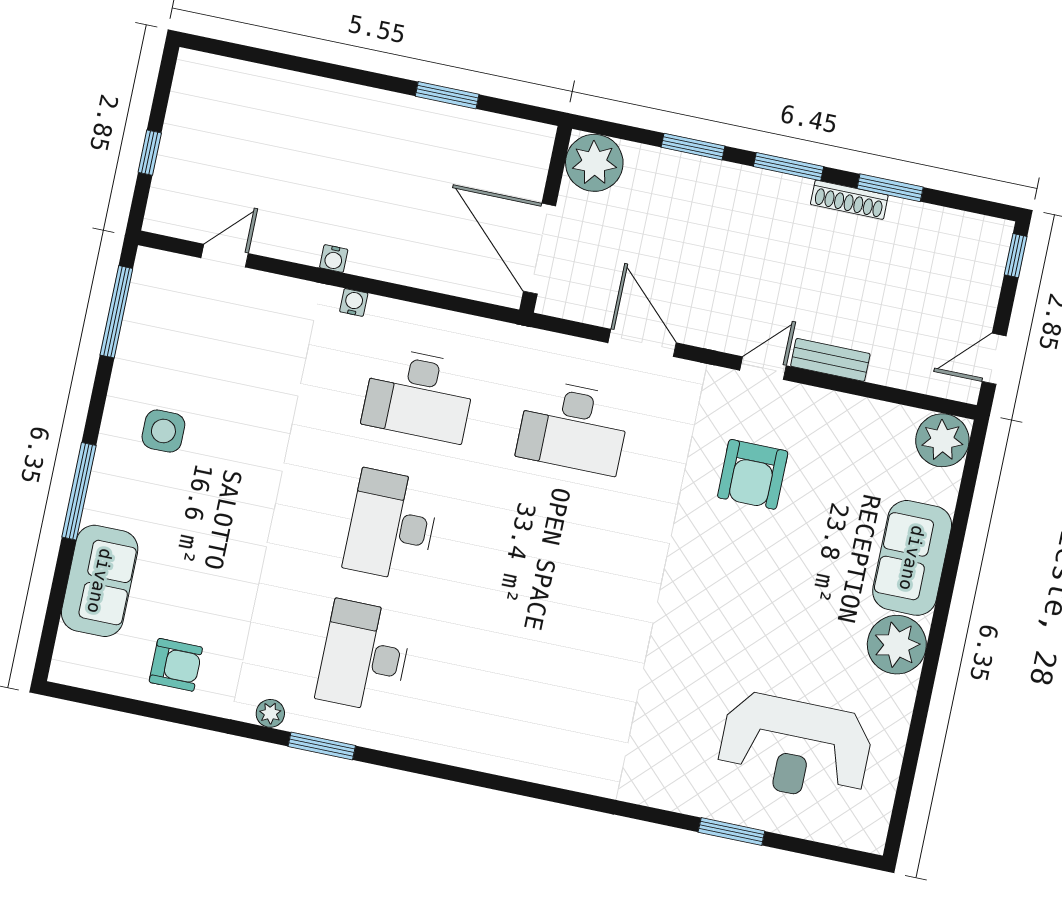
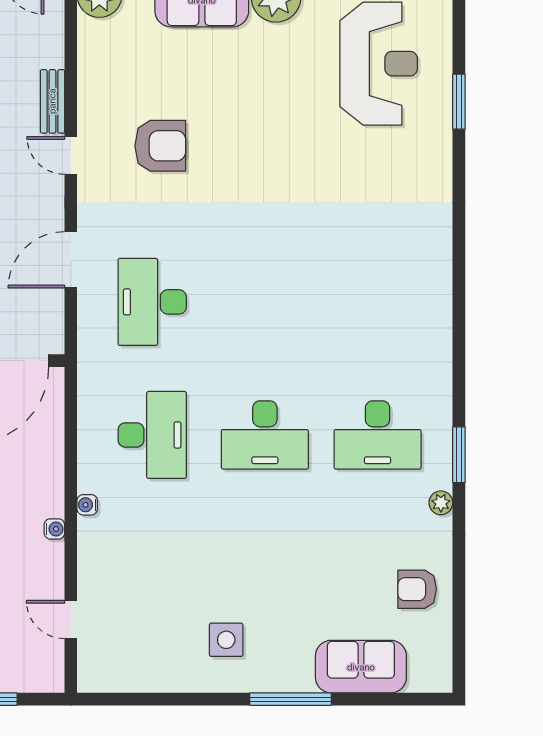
window: (116, 312) -> (136, 699), removed
desk: (573, 427) -> (152, 302), turned 180
armchair: (176, 665) -> (417, 589), turned -90

